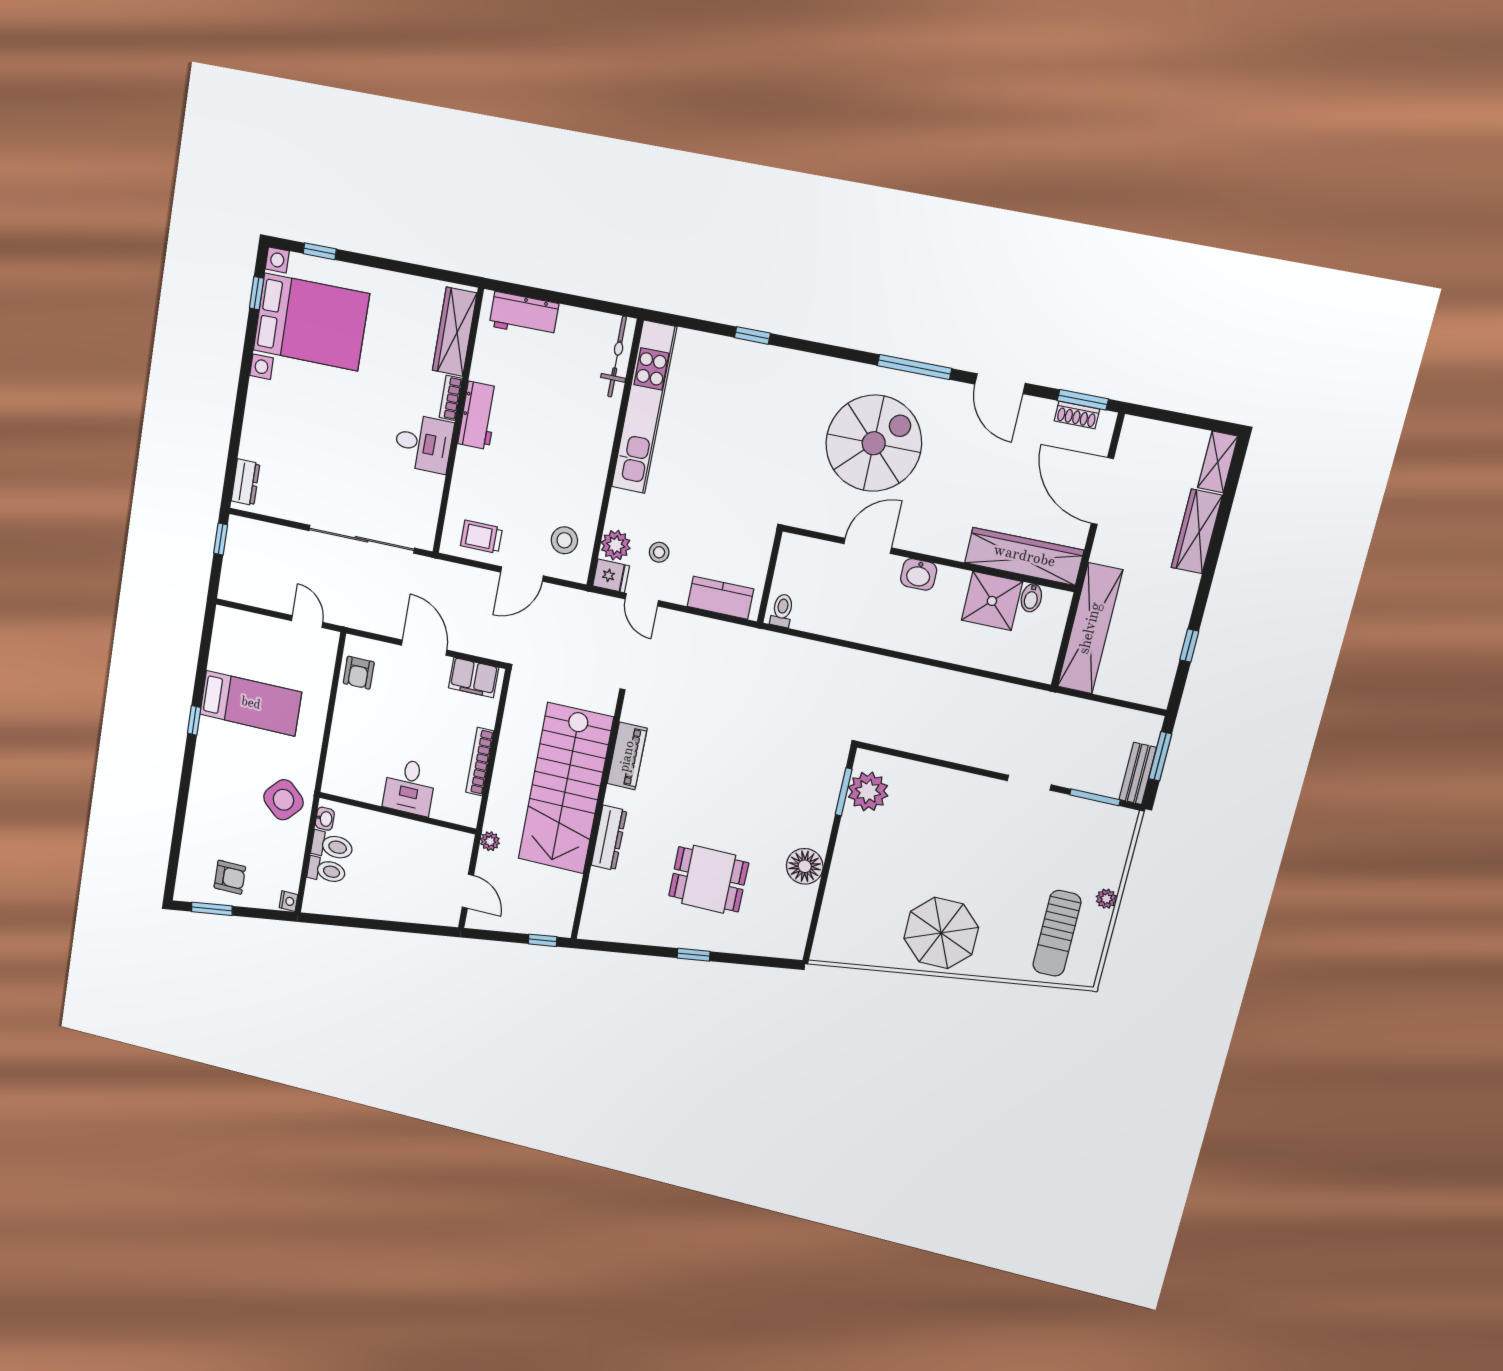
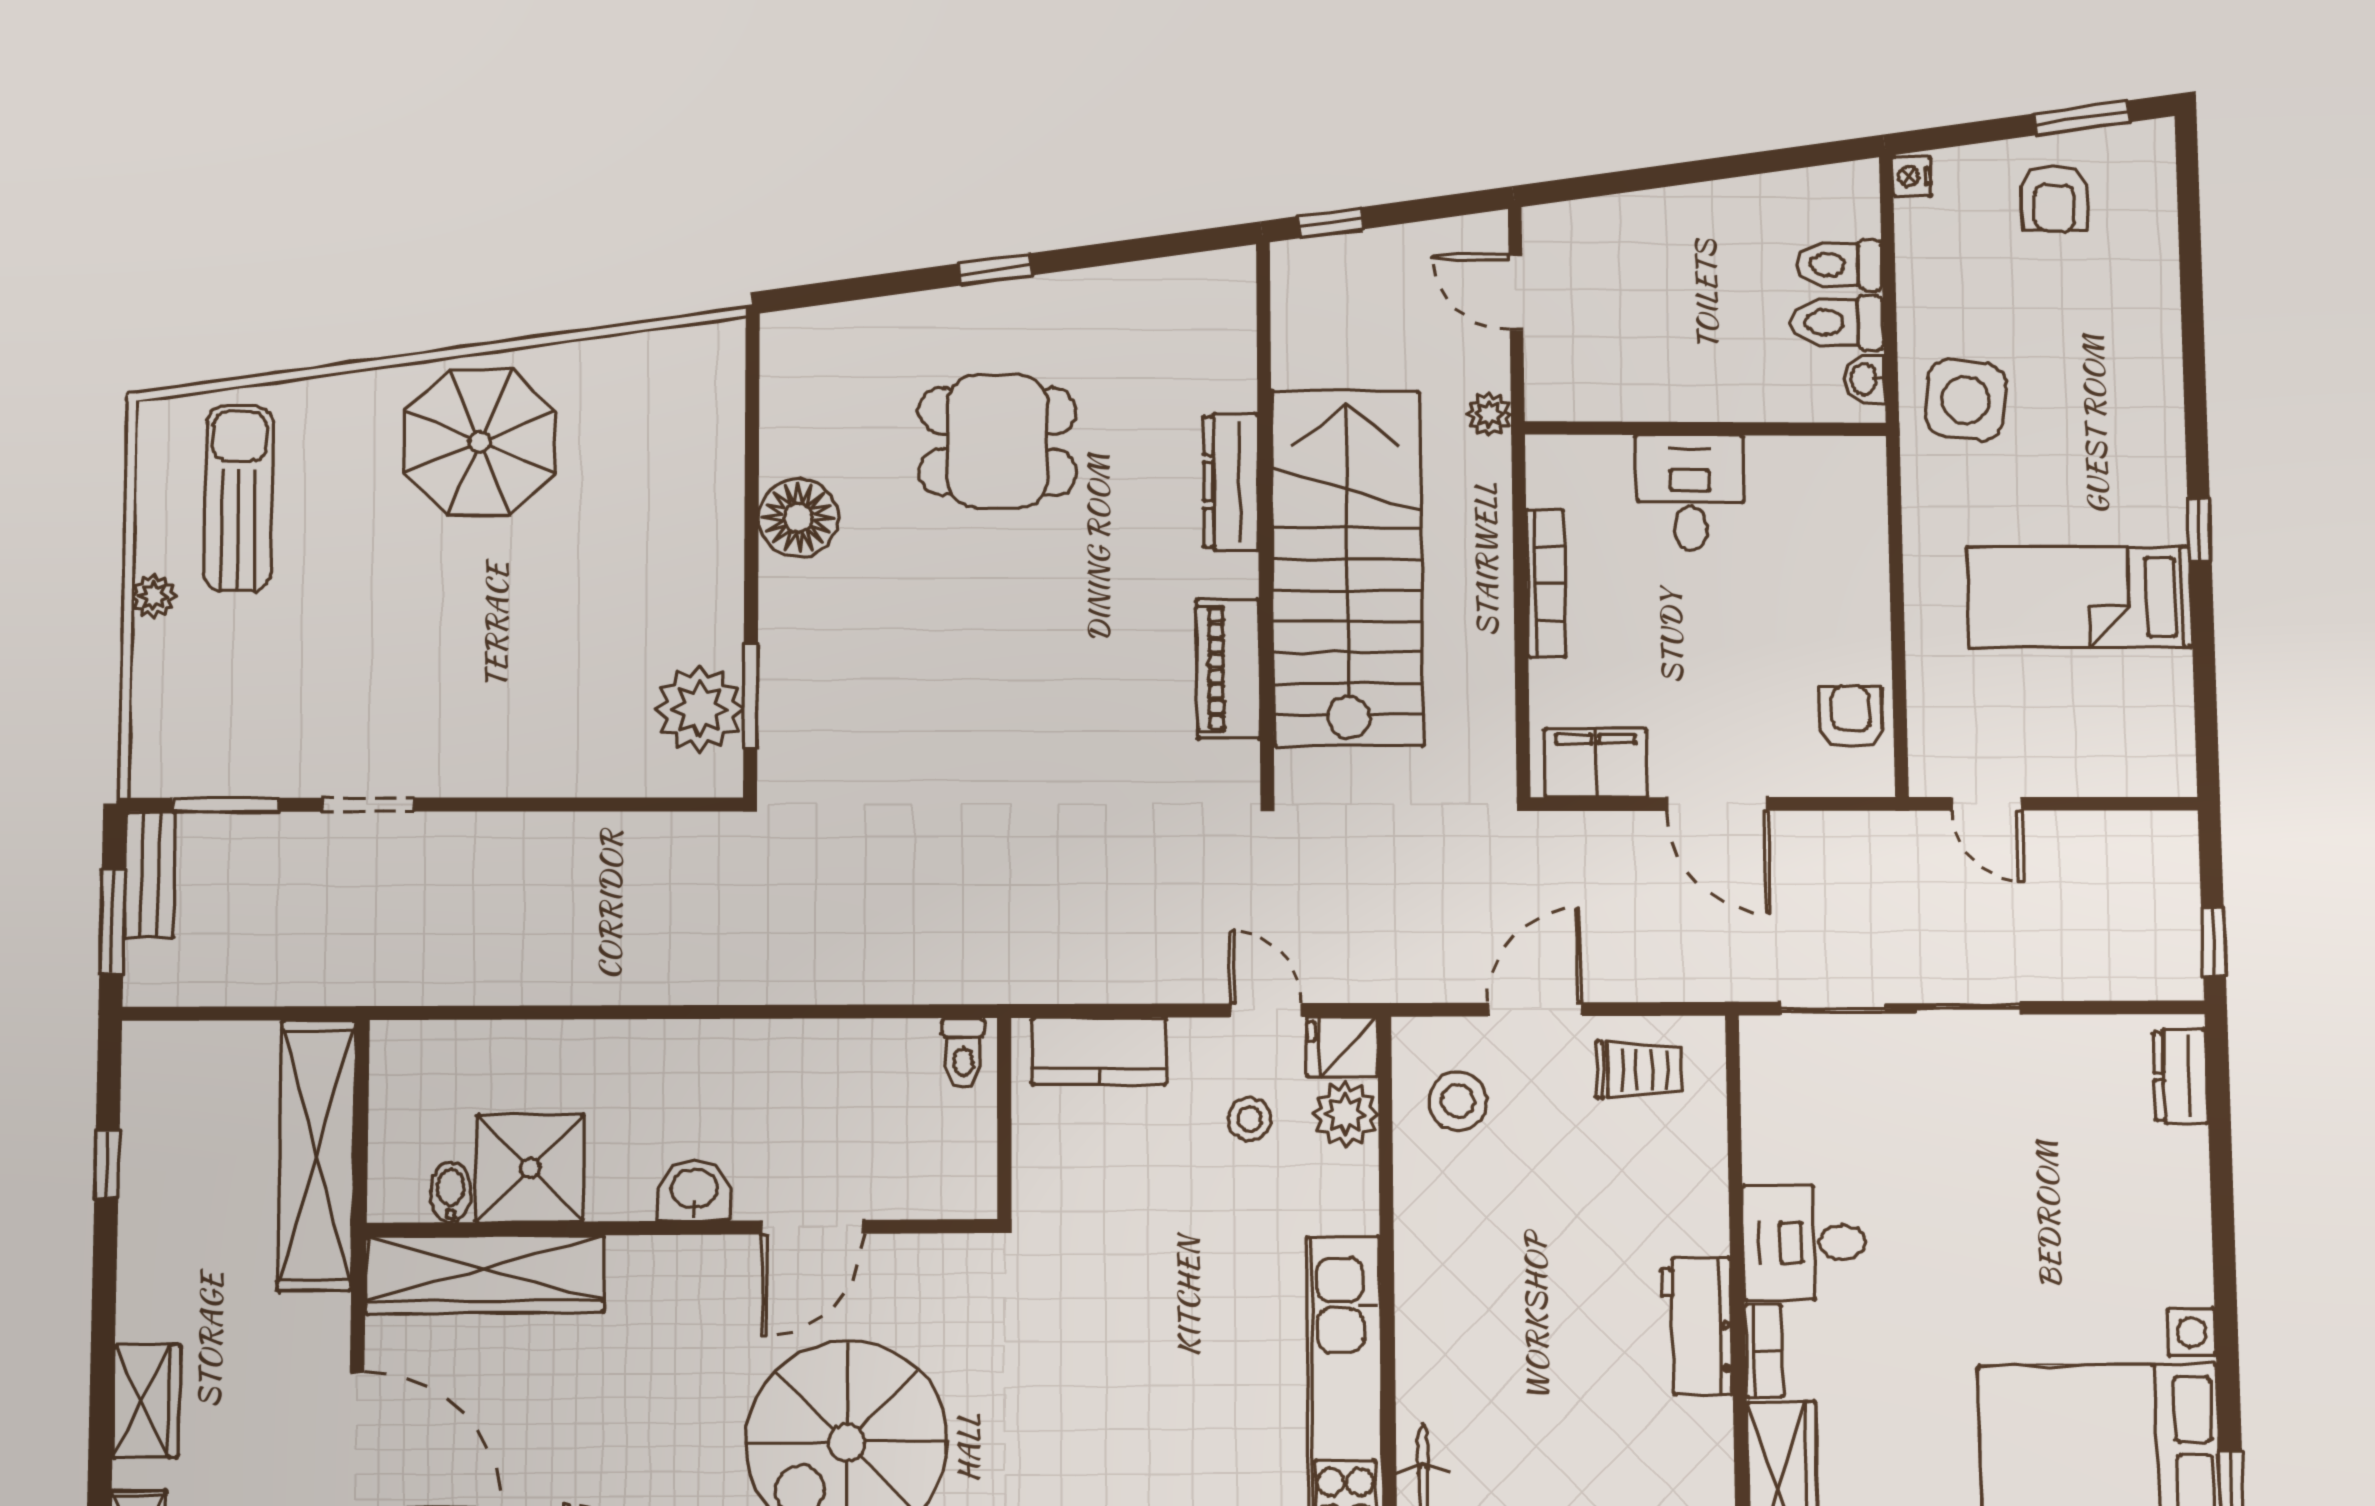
wardrobe: (1197, 531) -> (146, 1401), width x0.67
side table: (283, 800) -> (1966, 400), turned -36
armchair: (230, 877) -> (2054, 199), turned -90

